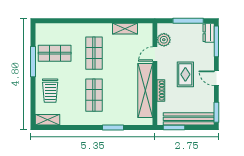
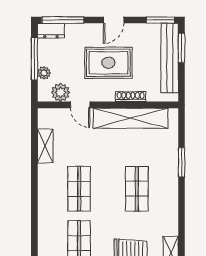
plant: (178, 28) -> (44, 73), added
shop shelf: (94, 53) -> (79, 189), turned 90
rug: (185, 74) -> (108, 63), width x1.36, depth x1.43
shop shelf: (94, 95) -> (137, 189), turned 90
window: (174, 128) -> (182, 48), moved

